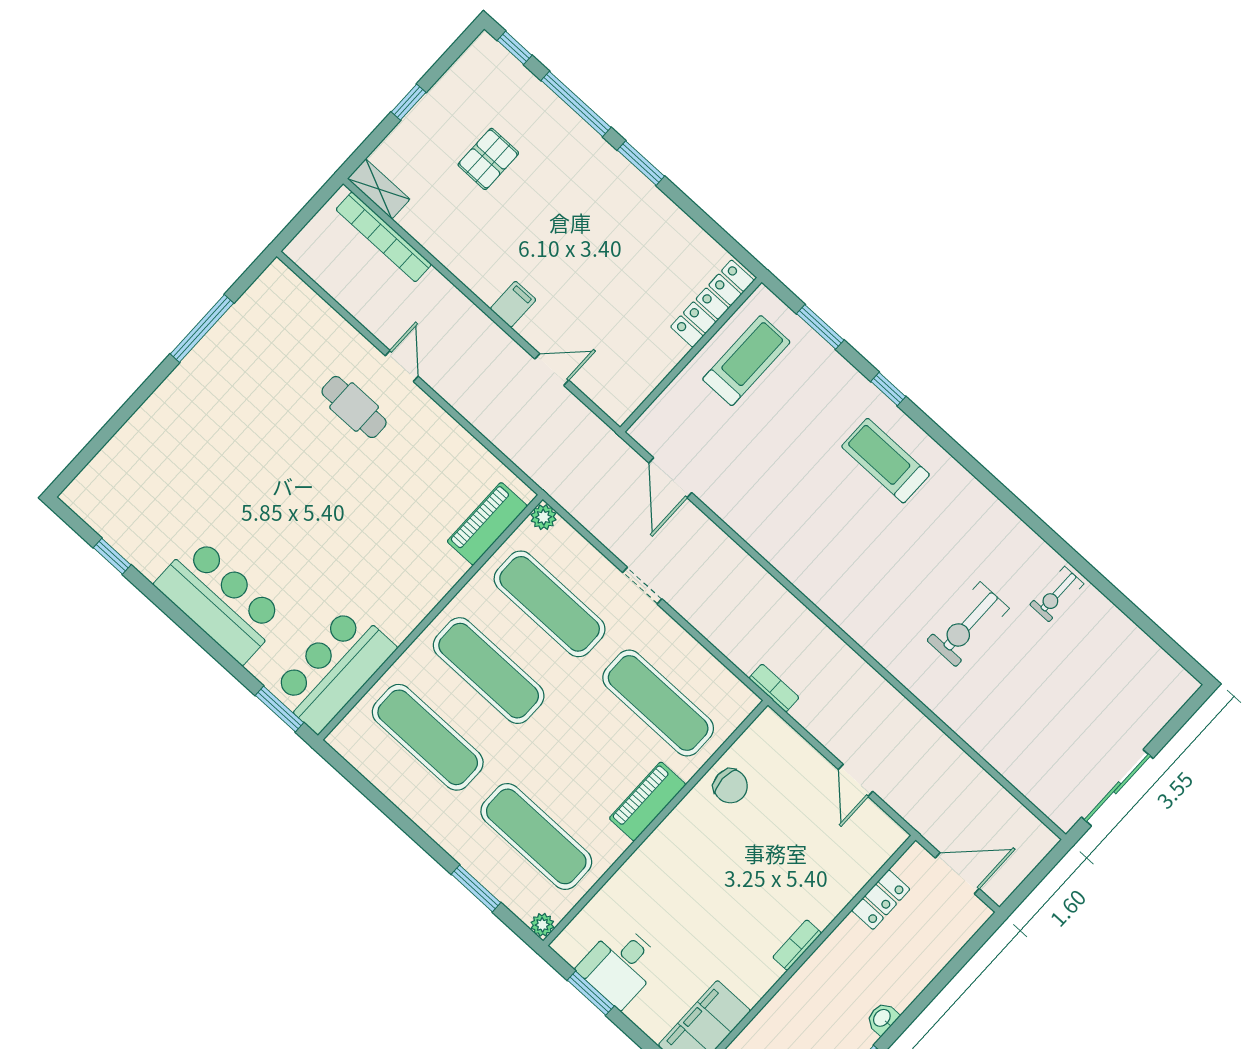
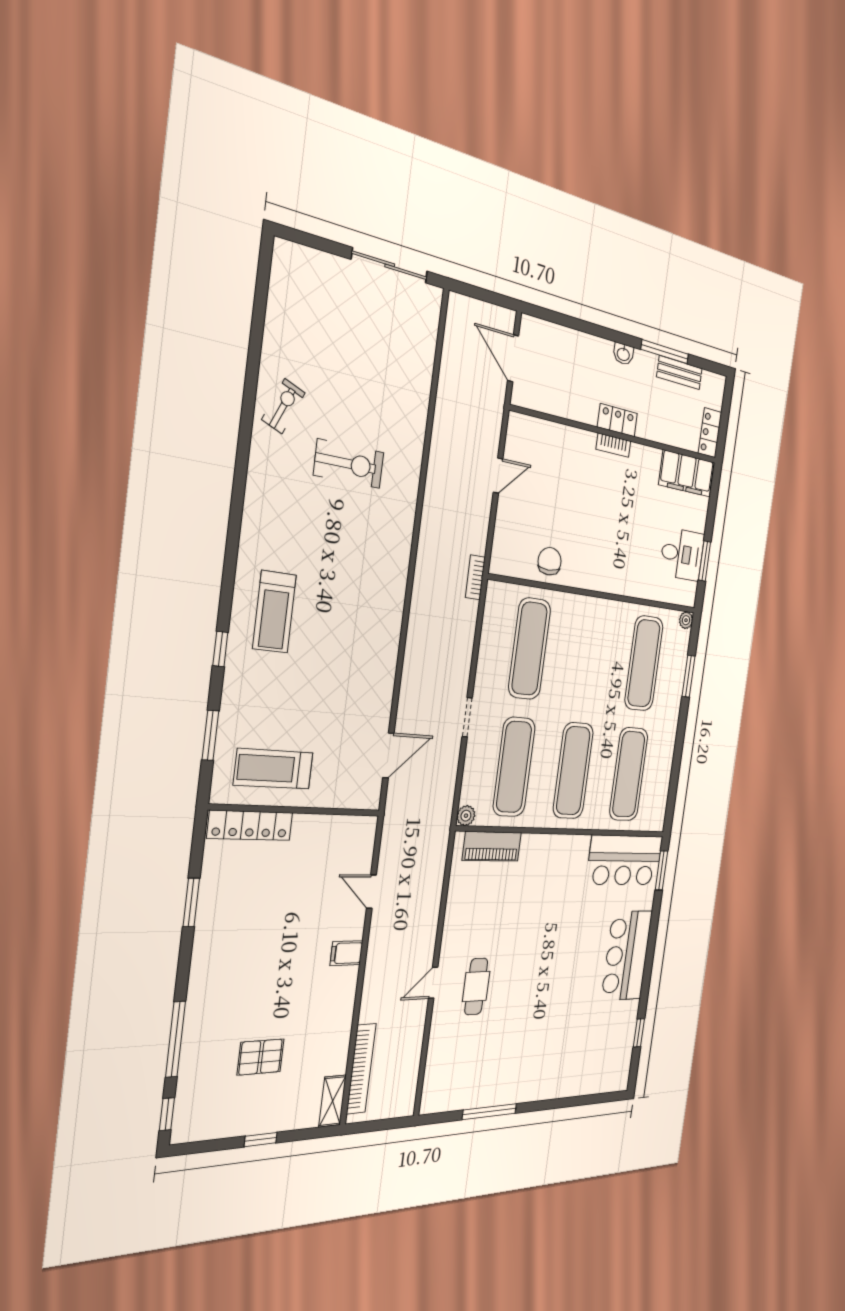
window: (641, 163) -> (191, 903), moved
exercise bike: (1057, 594) -> (283, 406), turned -67
piano: (648, 801) -> (588, 609), removed
locker: (881, 900) -> (617, 420), moved

